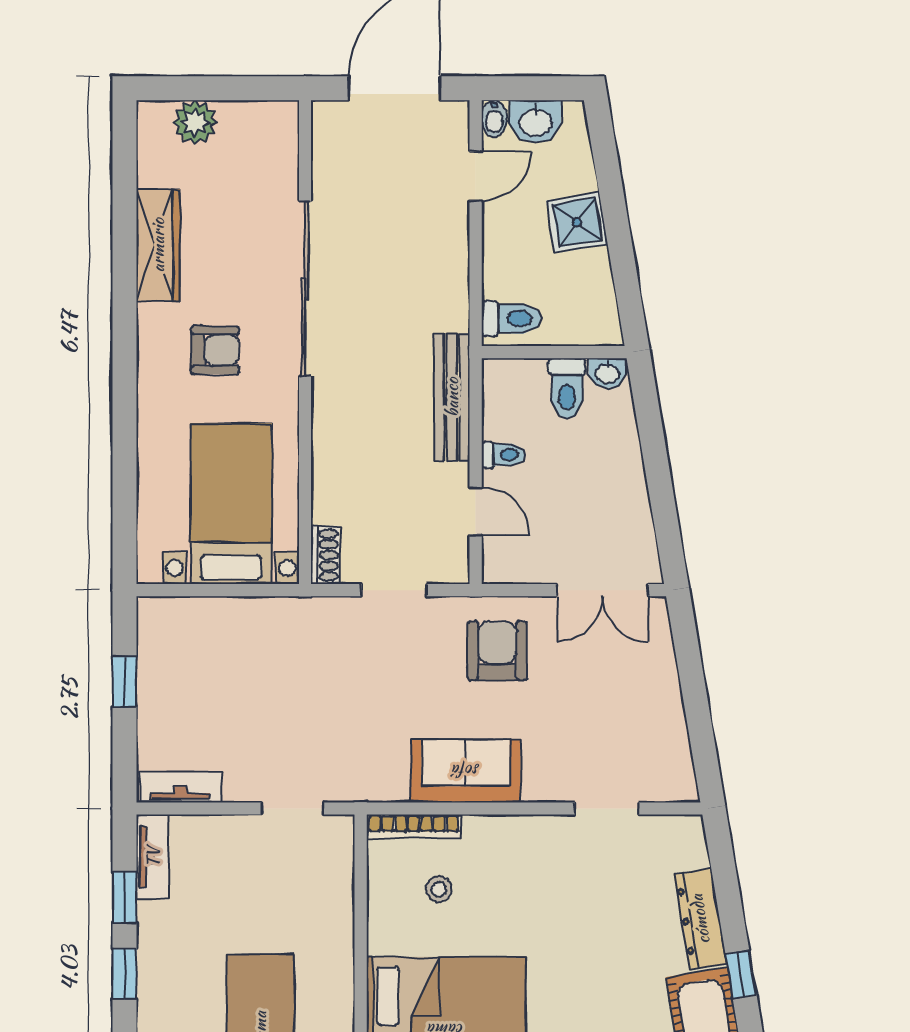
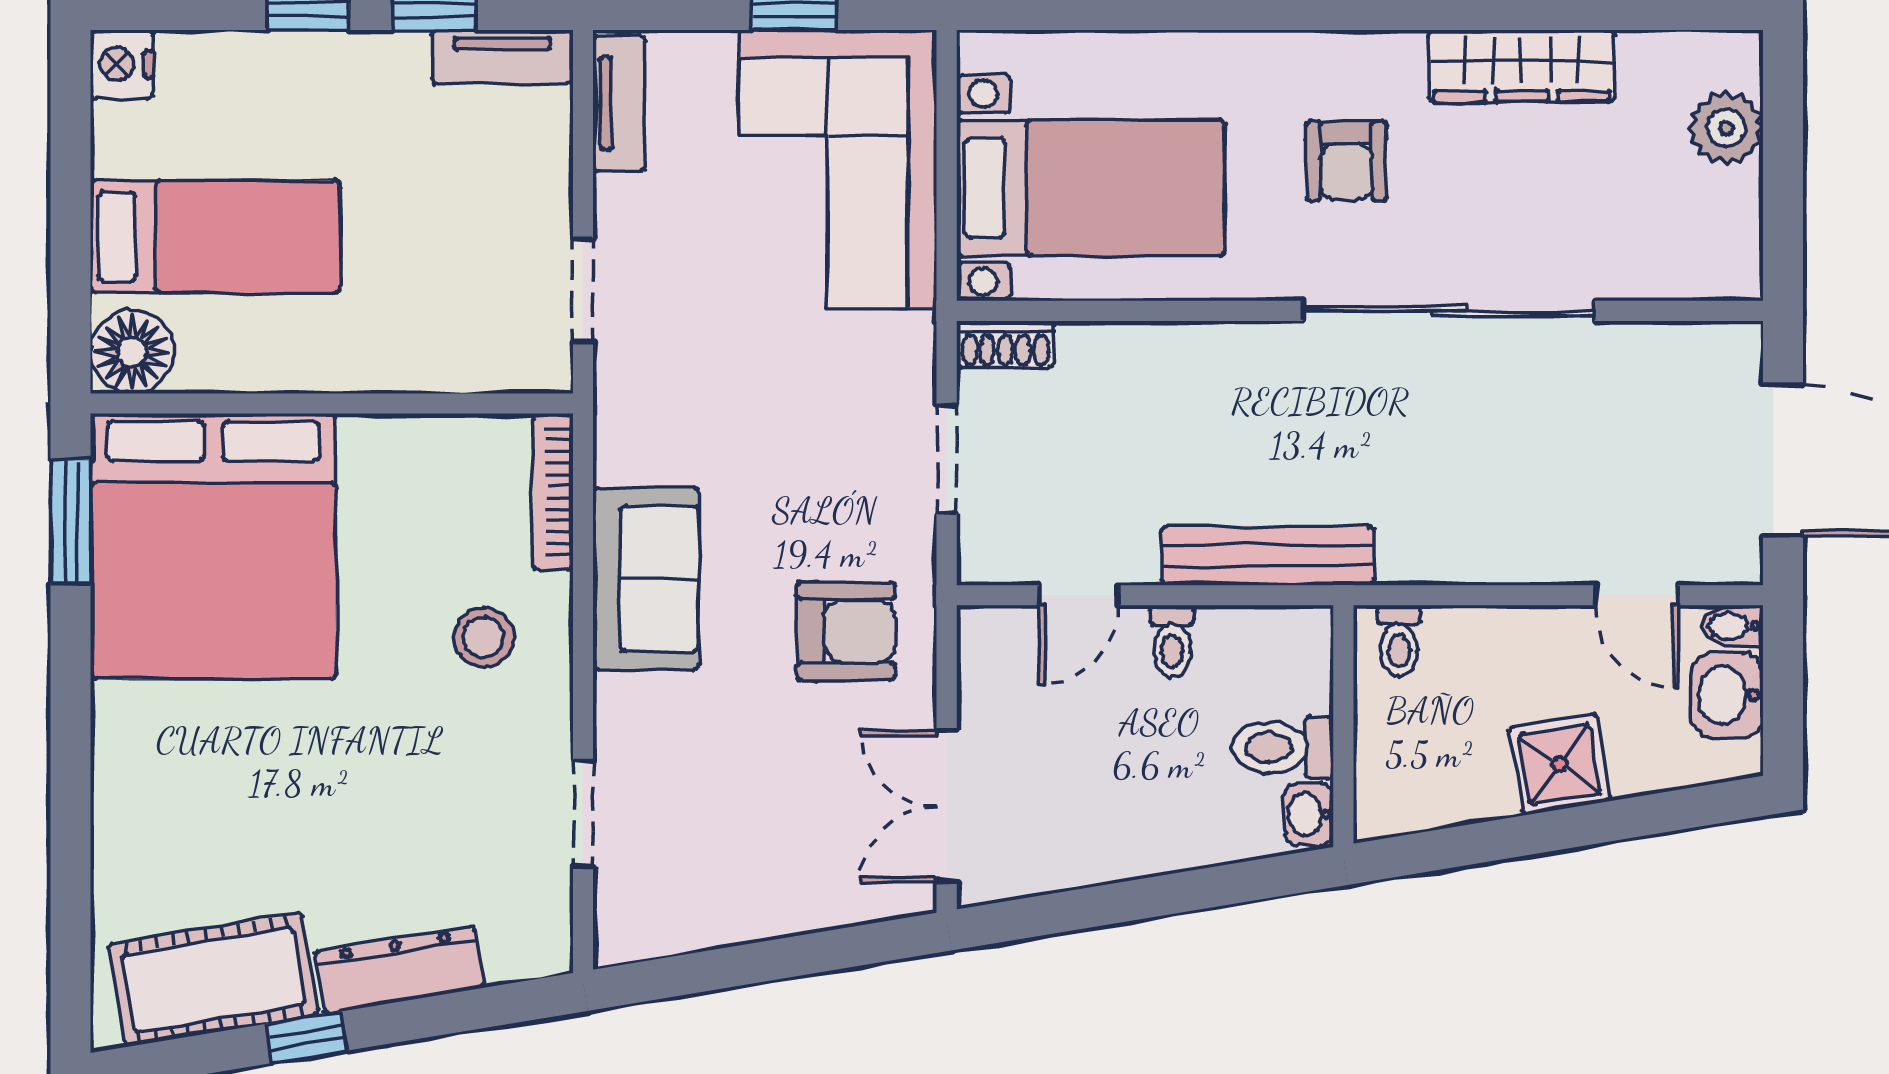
toilet: (511, 319) -> (1399, 641), width x0.73, depth x0.72
corner sofa: (220, 656) -> (837, 169), added
stool: (439, 889) -> (484, 637), moved, width x1.37, depth x1.37

